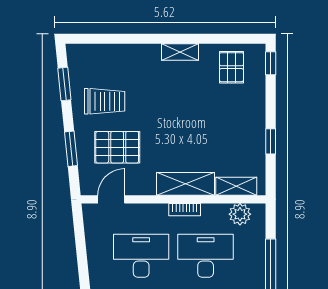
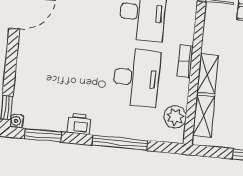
shelving: (185, 184) -> (207, 74), width x0.67, depth x0.75

